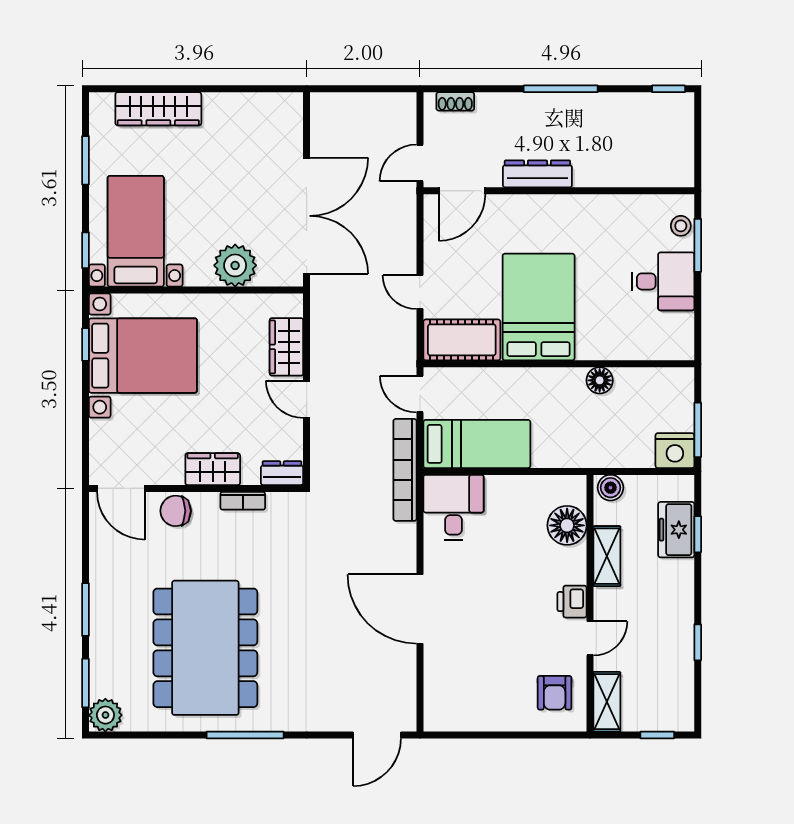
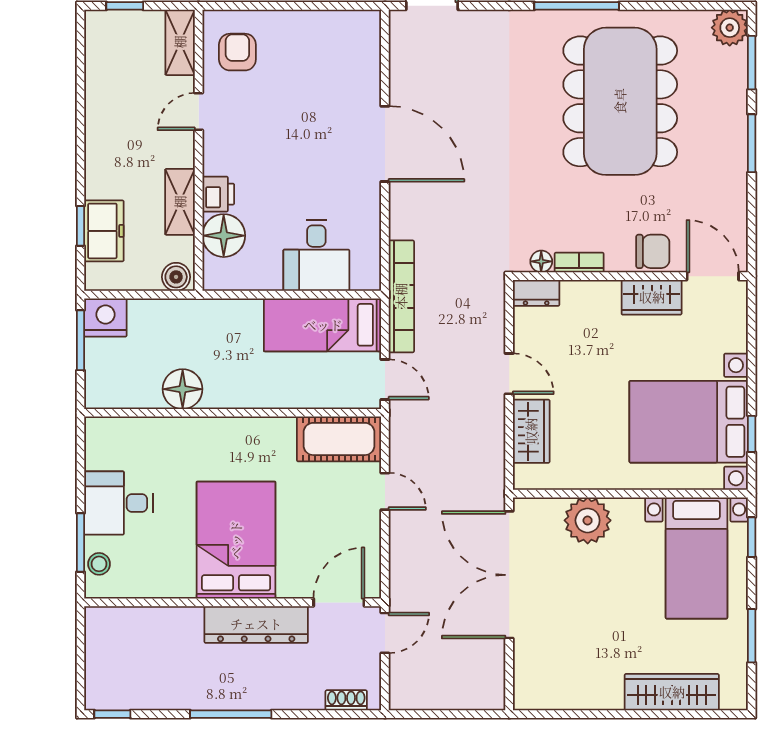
dresser: (537, 174) -> (256, 624), width x1.37, depth x1.24
bed: (539, 307) -> (236, 540), moved, turned 180
floor lamp: (600, 380) -> (183, 389), width x1.38, depth x1.38
wardrobe: (213, 469) -> (652, 297), moved
floor lamp: (277, 502) -> (541, 261), added
desk: (454, 507) -> (316, 255), moved
printer: (572, 602) -> (218, 194), moved
window: (698, 642) -> (80, 107), removed

